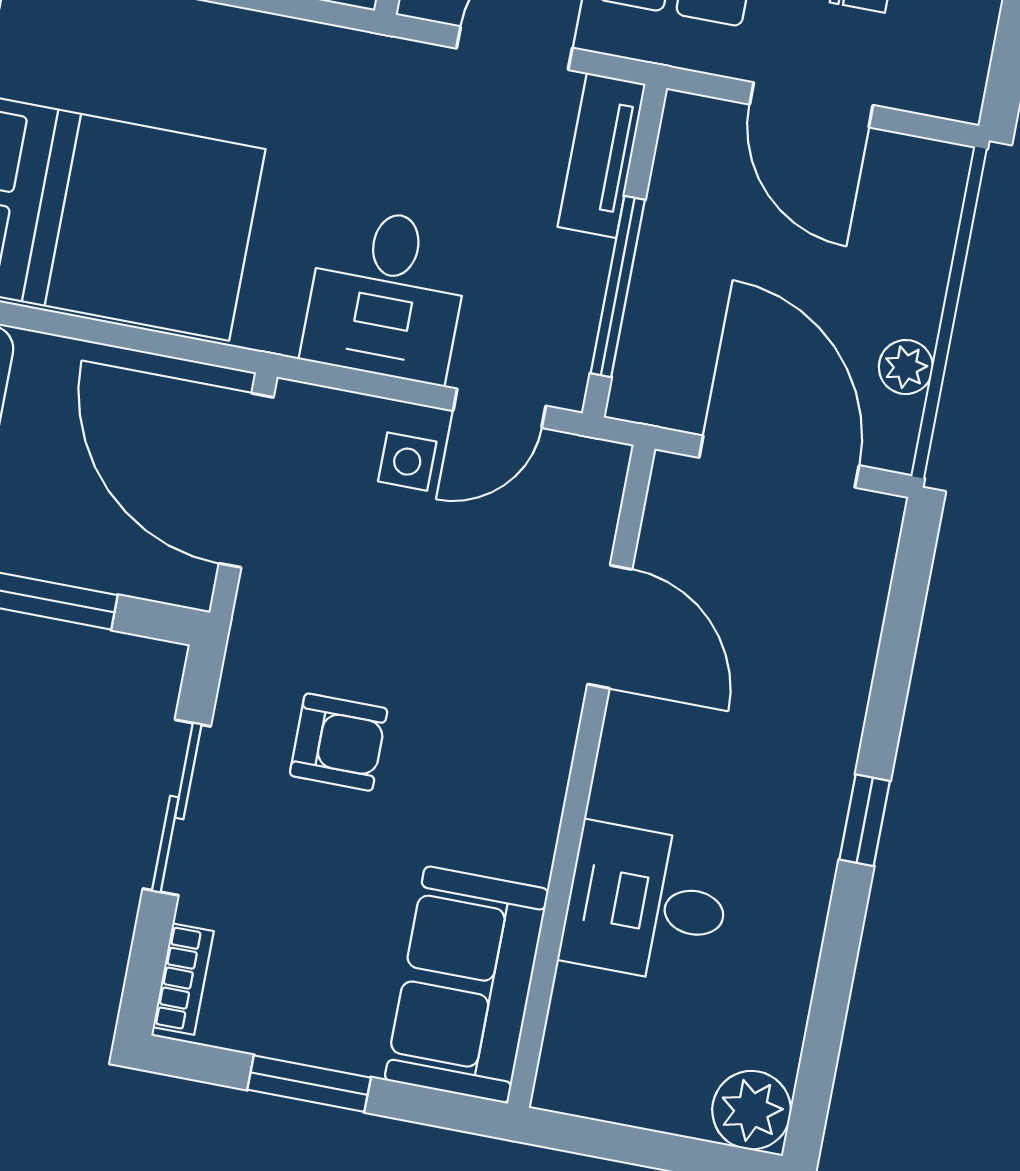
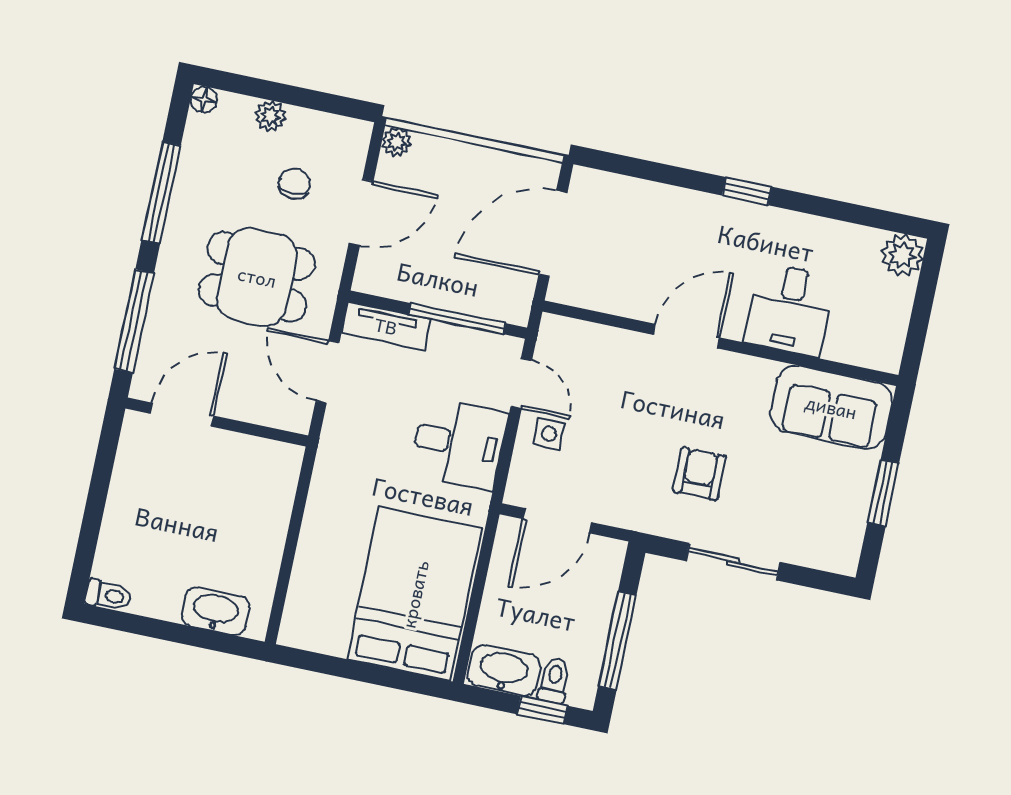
plant: (906, 367) -> (397, 142), moved
door: (246, 480) -> (557, 521), width x0.73
door: (610, 627) -> (686, 336), moved
bookcase: (183, 979) -> (826, 560), removed

